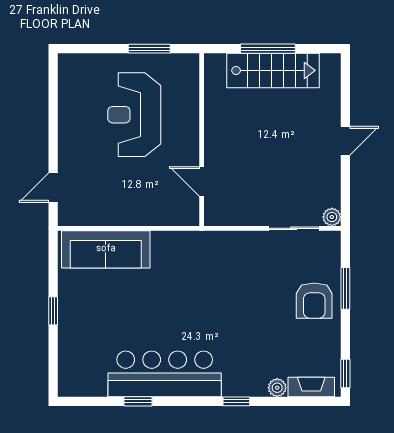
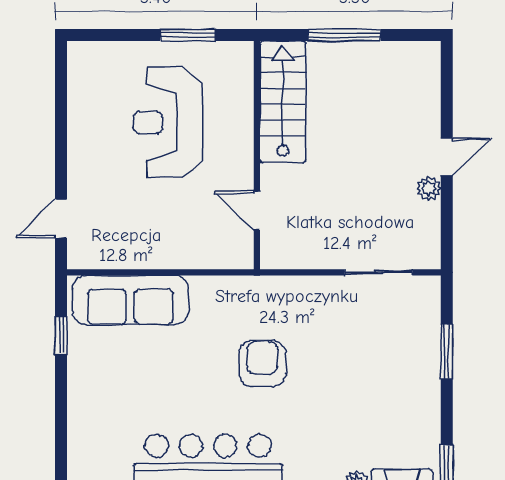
stairs: (273, 70) -> (283, 102), moved, turned -90
plant: (332, 217) -> (429, 188), moved
armchair: (314, 301) -> (262, 363), moved, turned 180
window: (53, 311) -> (61, 335), moved

